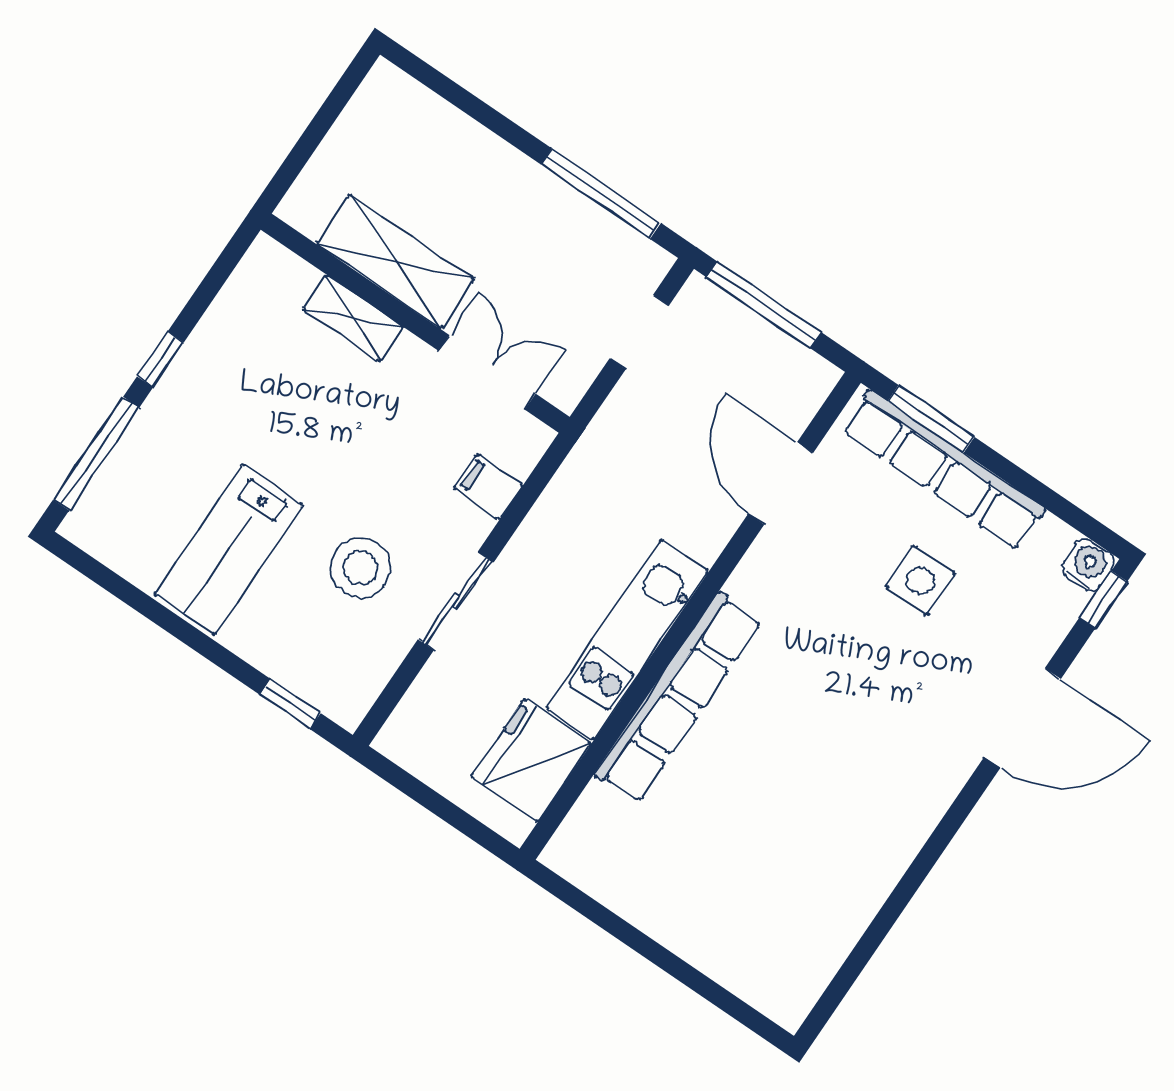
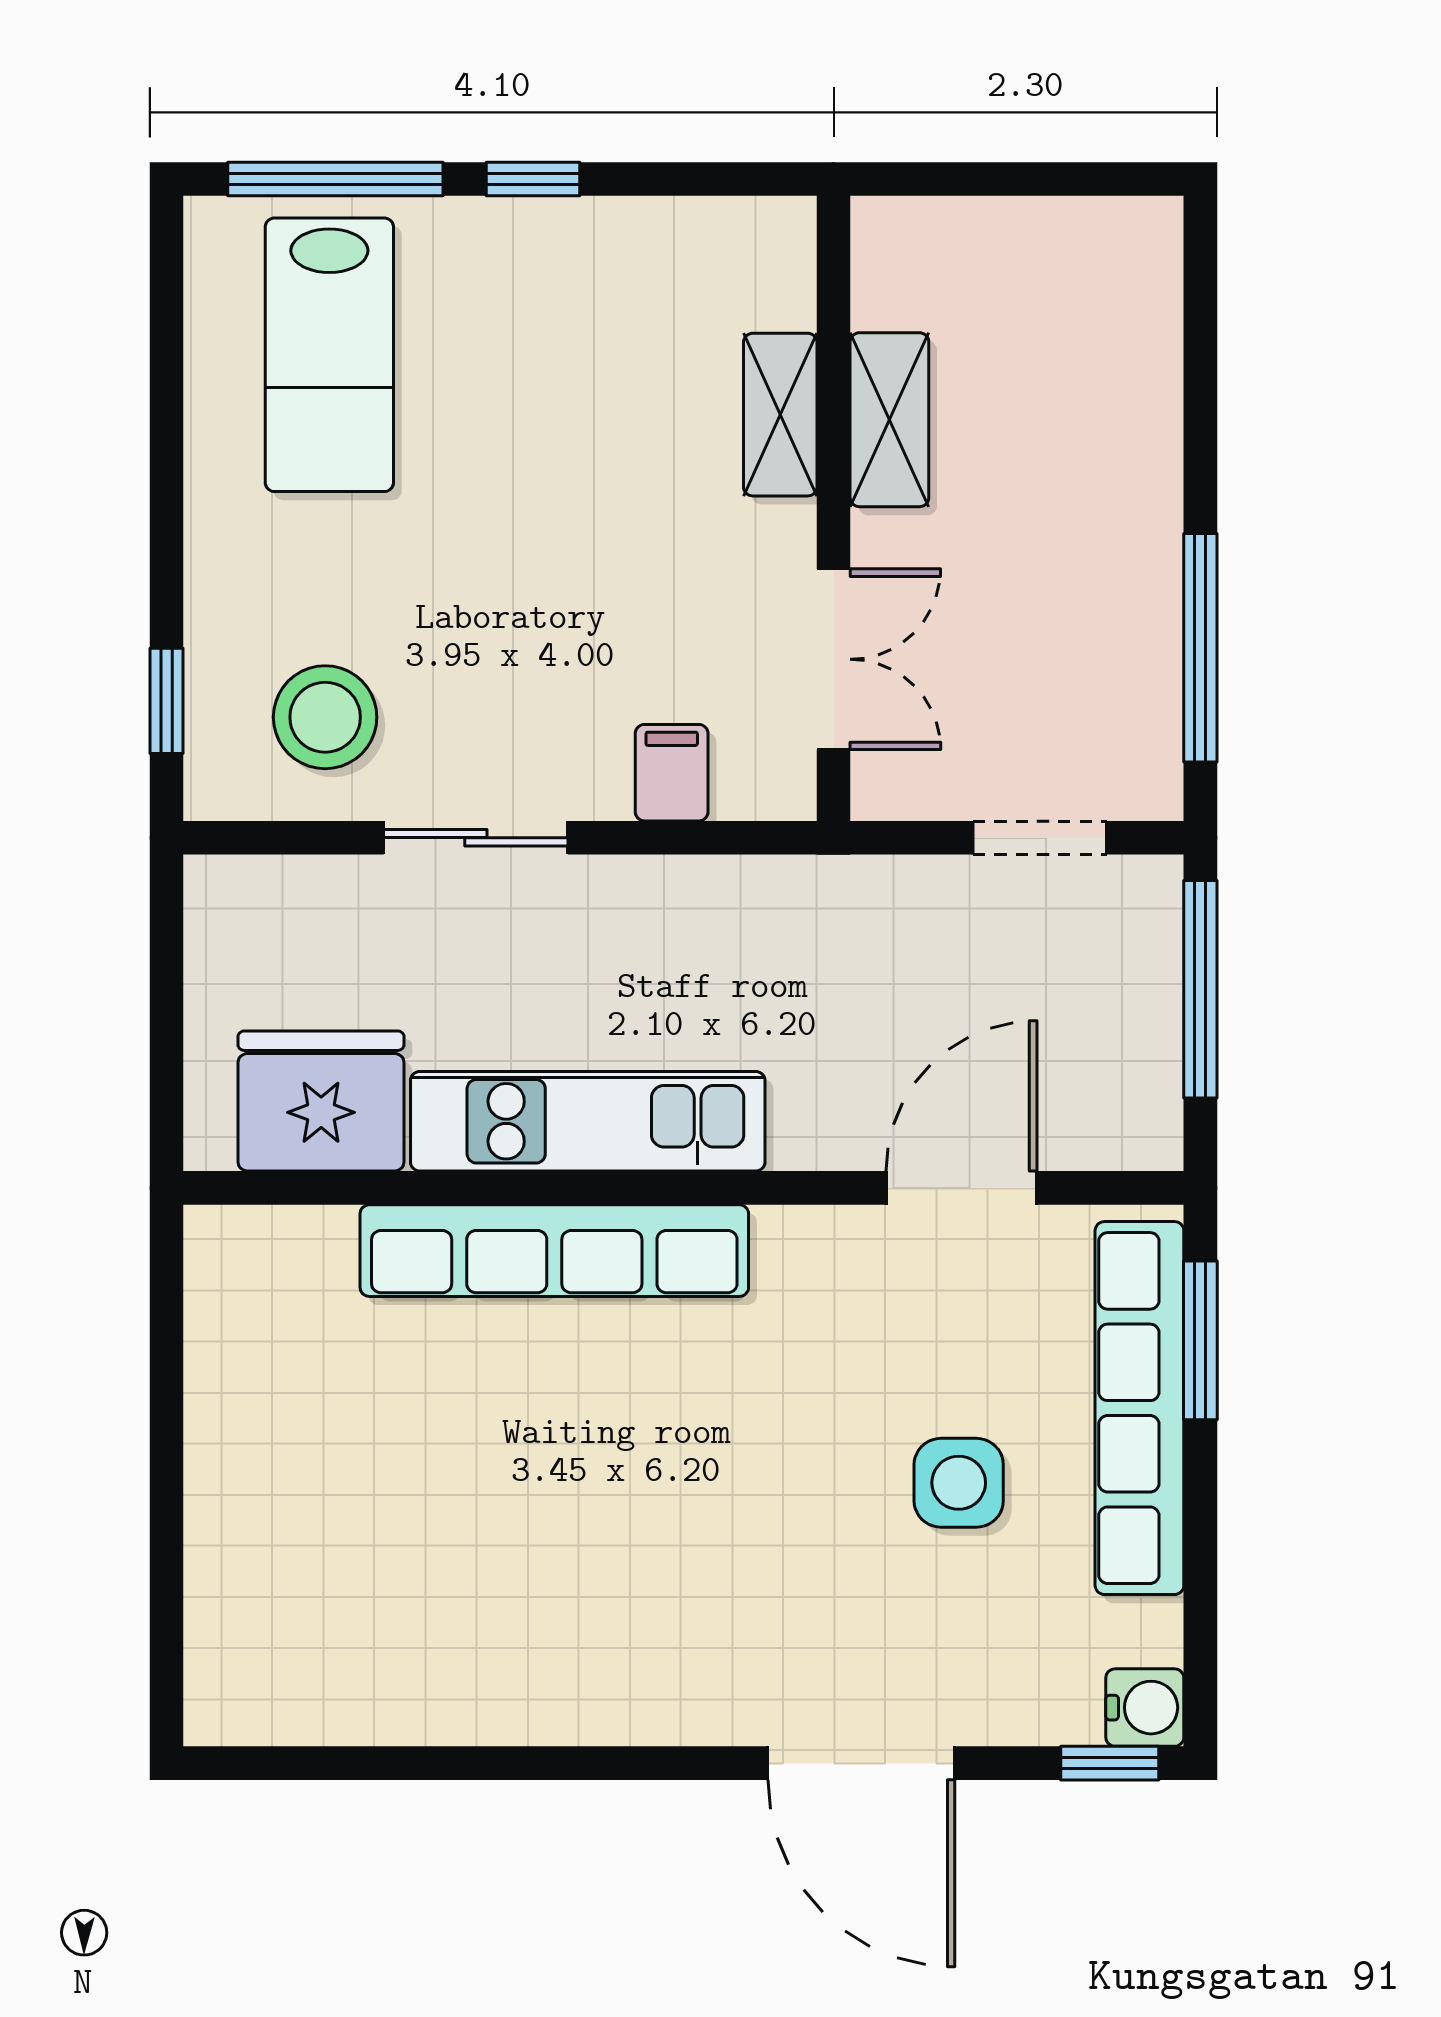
shelving: (395, 262) -> (889, 420), width x0.67, depth x0.75
lab bench: (229, 549) -> (329, 355), moved, turned -90
stool: (361, 568) -> (325, 717), moved

